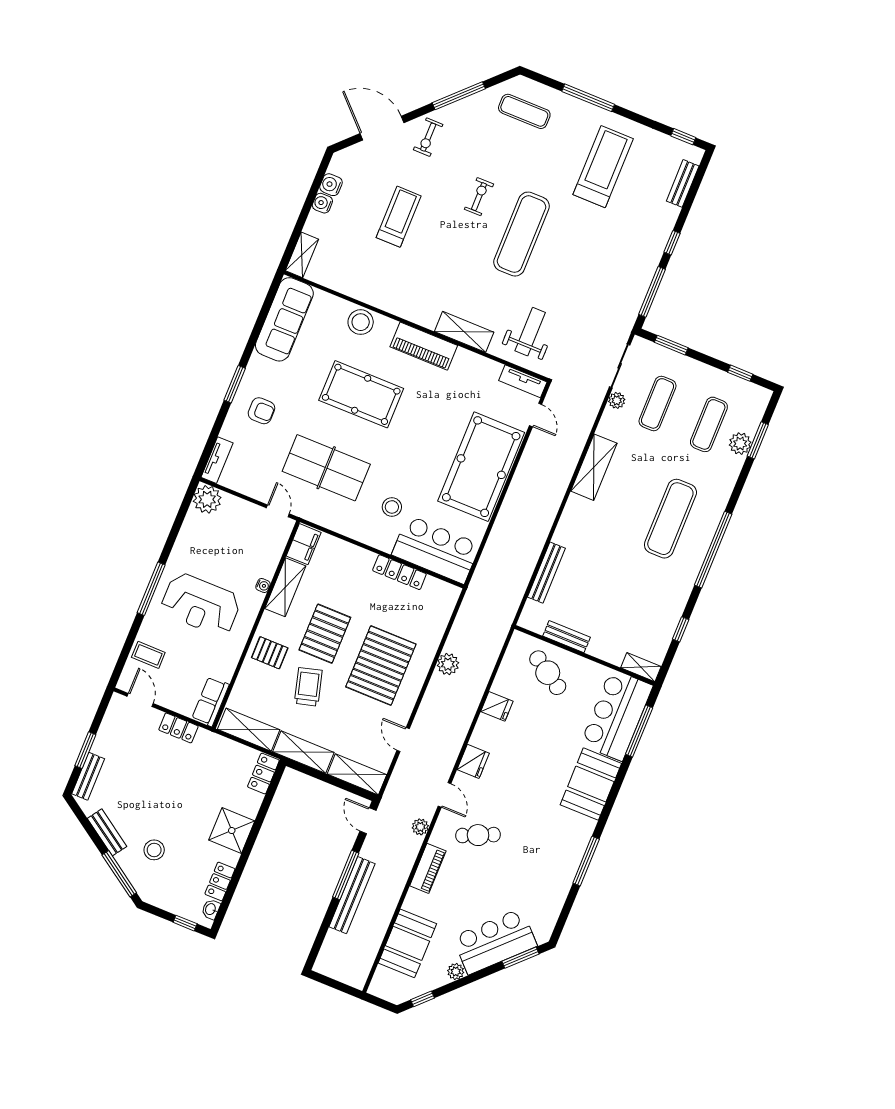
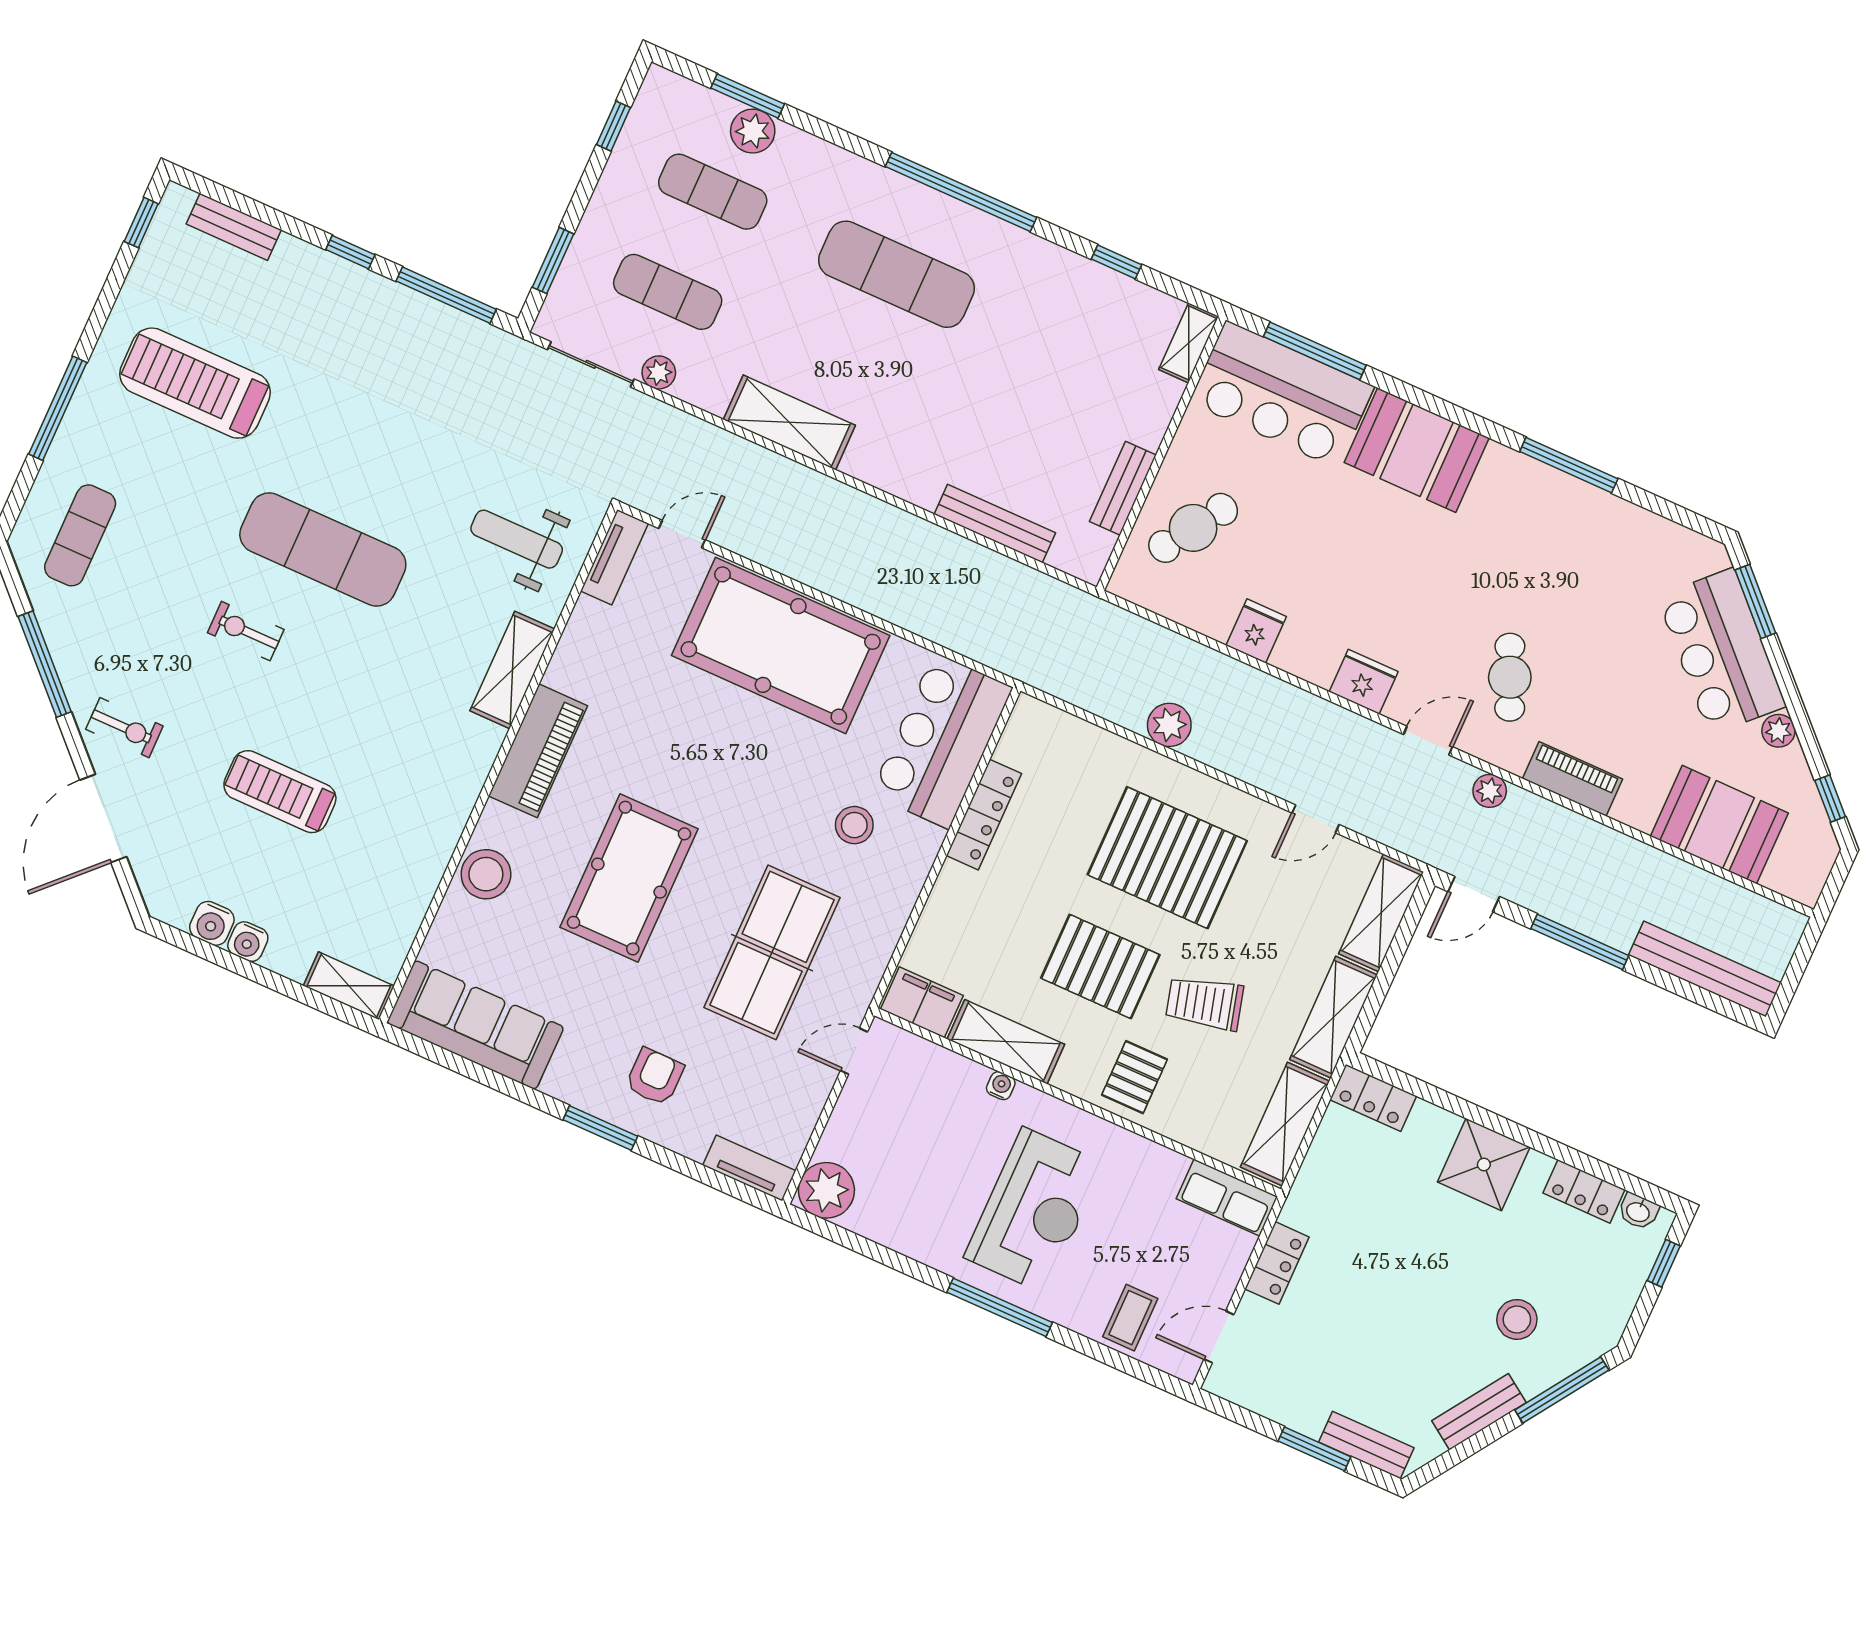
bench: (352, 895) -> (1705, 969), moved

